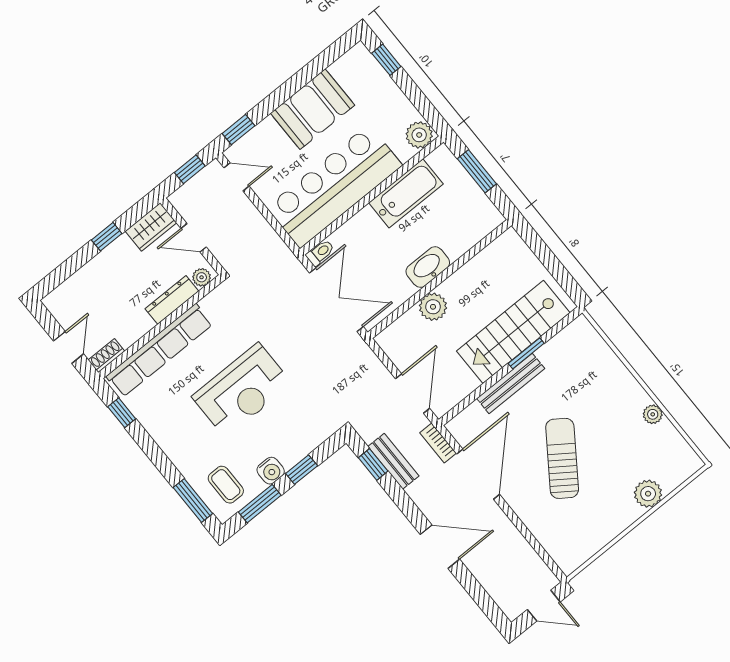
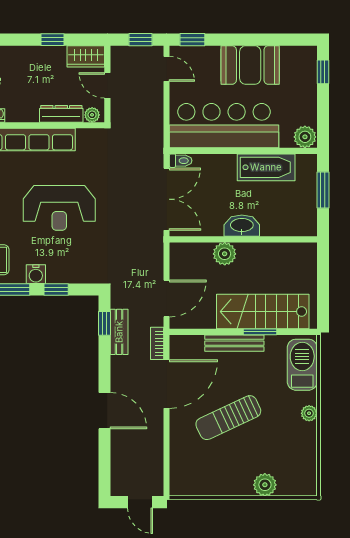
barbecue: (591, 352) -> (302, 365), added
plant: (653, 414) -> (309, 413), moved
sun lounger: (562, 458) -> (228, 418), turned -150

